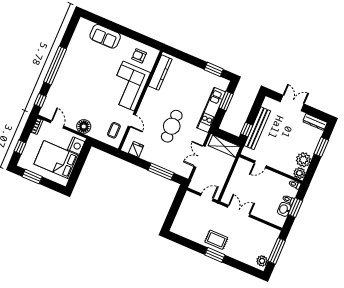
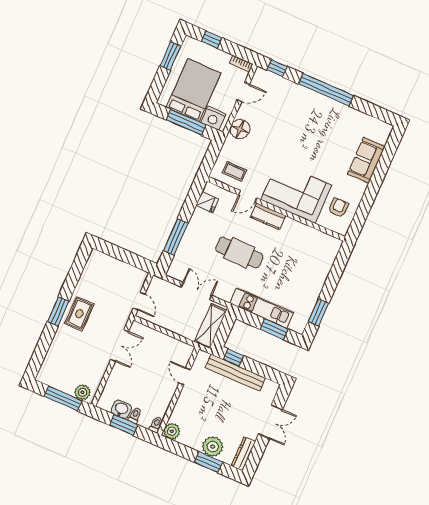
kitchen counter: (160, 72) -> (268, 216), moved, width x0.67
plant: (303, 160) -> (213, 447), moved
window: (79, 165) -> (186, 122), added
plant: (262, 261) -> (82, 392), moved

